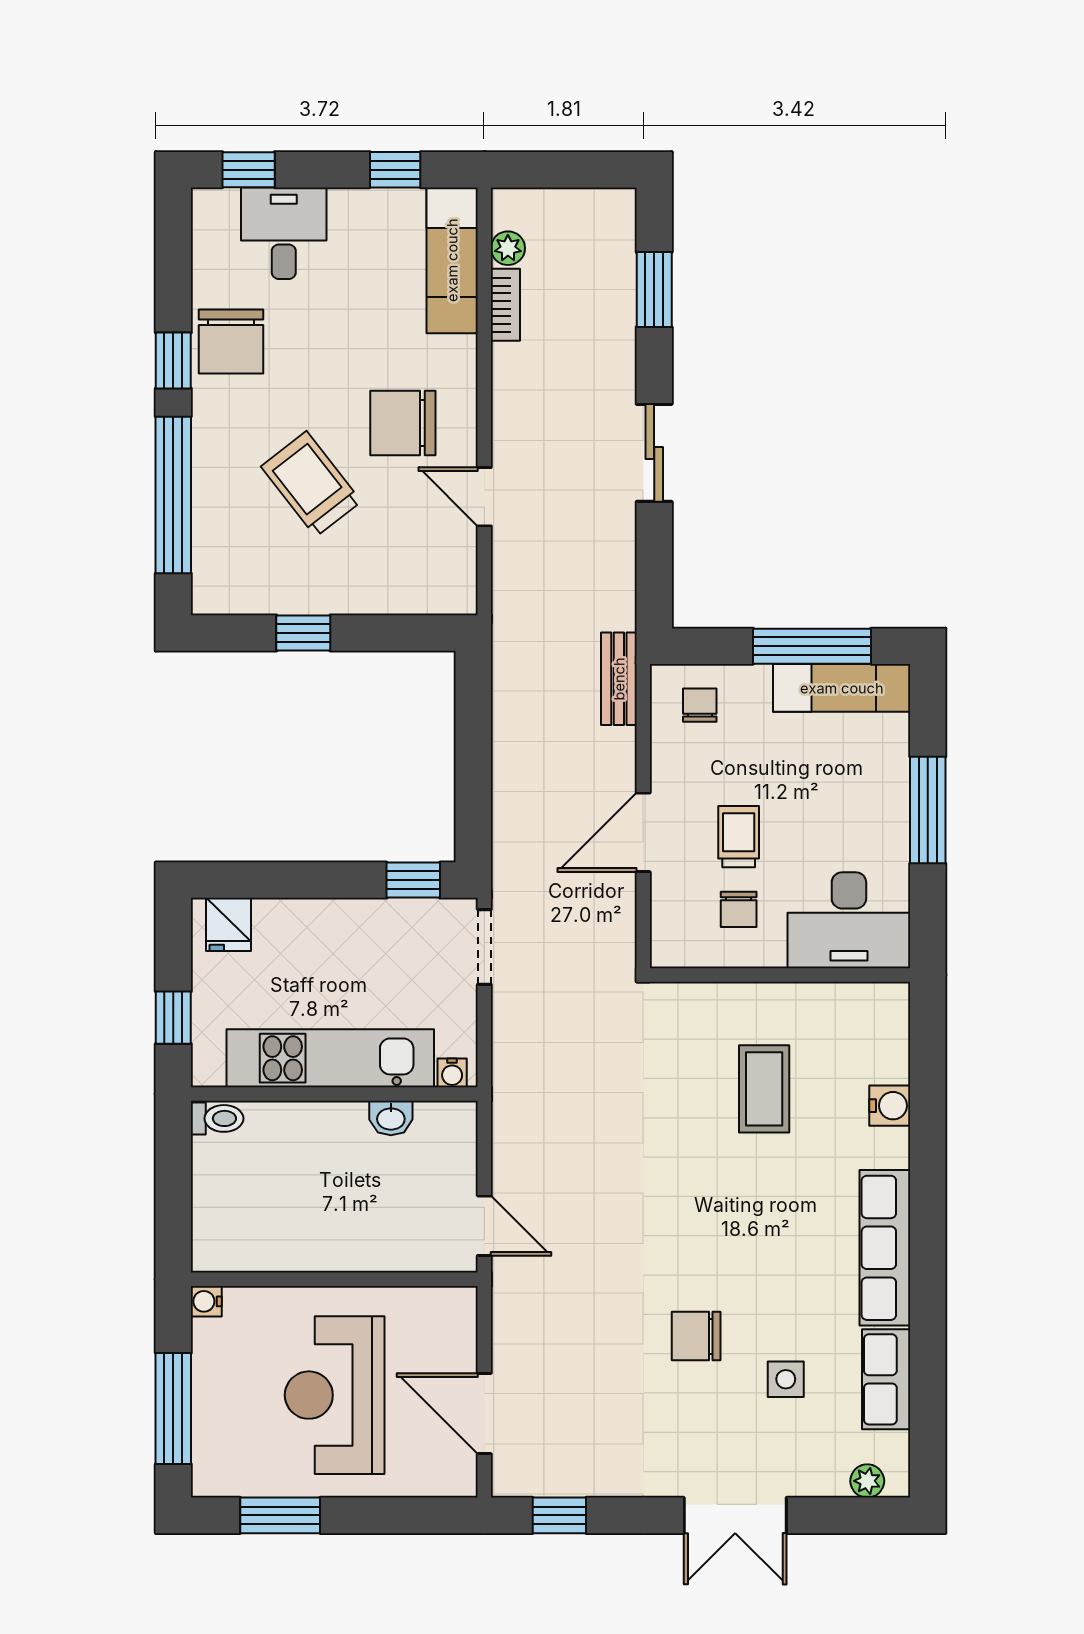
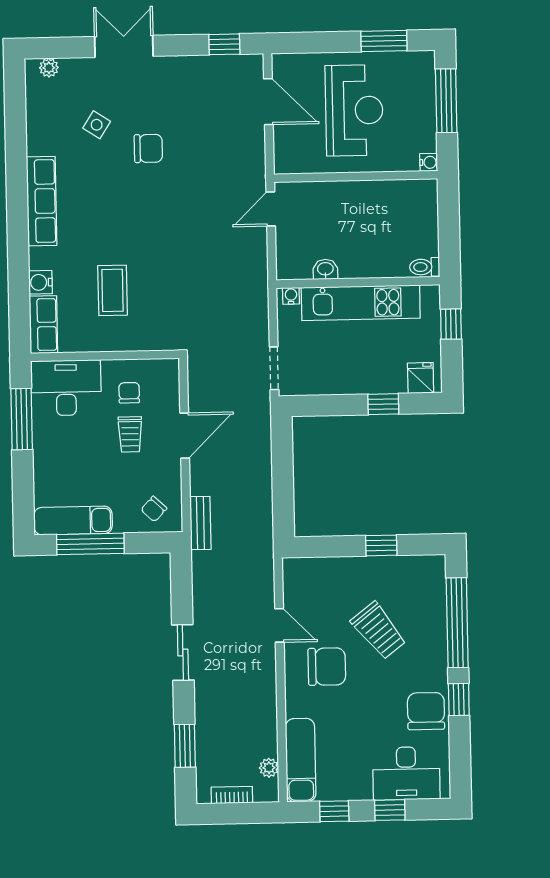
window: (249, 170) -> (390, 810), moved
desk: (284, 233) -> (406, 773), width x1.37
bookcase: (505, 305) -> (232, 795), moved, turned 90
chair: (700, 705) -> (154, 509), turned 43
window: (928, 810) -> (22, 419), moved
window: (413, 880) -> (383, 404), moved
door: (484, 1226) -> (271, 209), hinge flipped
side table: (786, 1379) -> (97, 125), turned 33
row of seats: (886, 1379) -> (43, 325), moved

